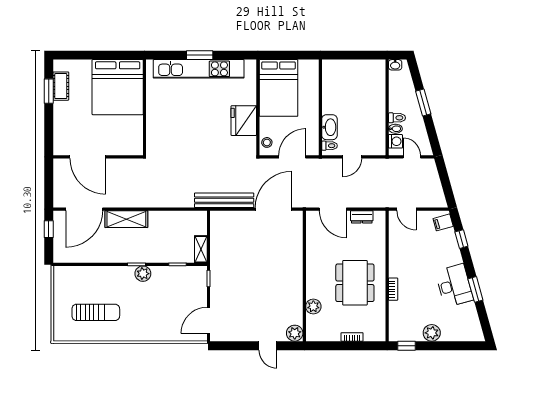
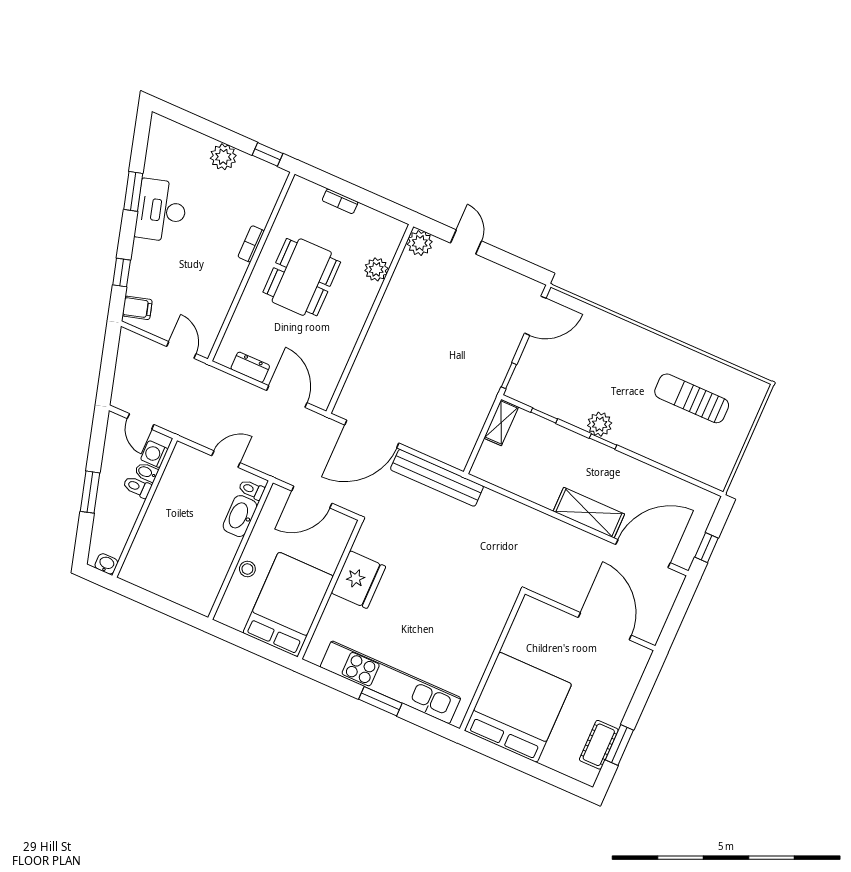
stool: (267, 142) -> (247, 569), moved

